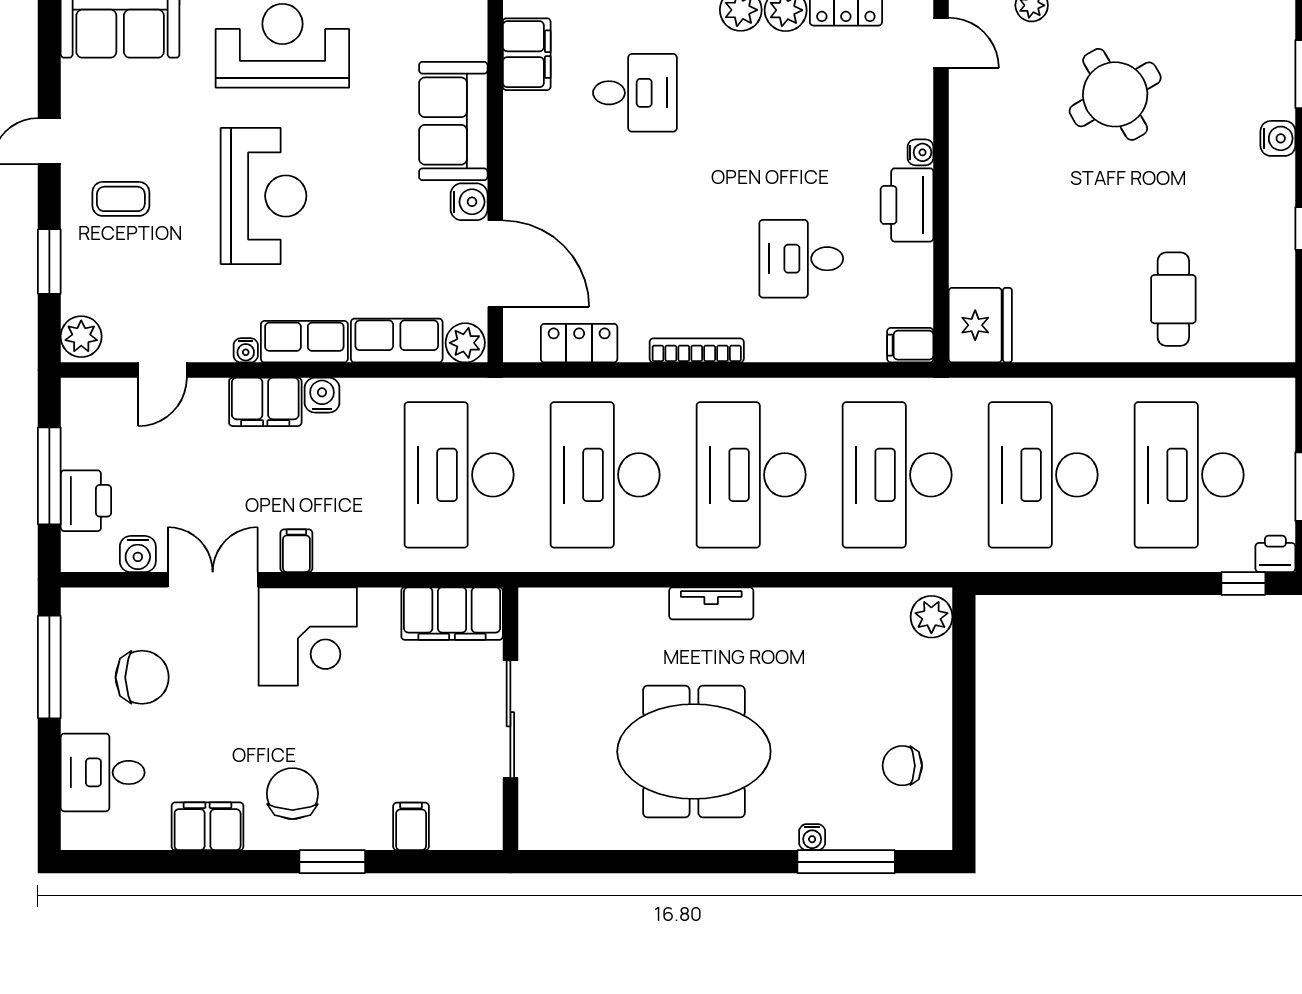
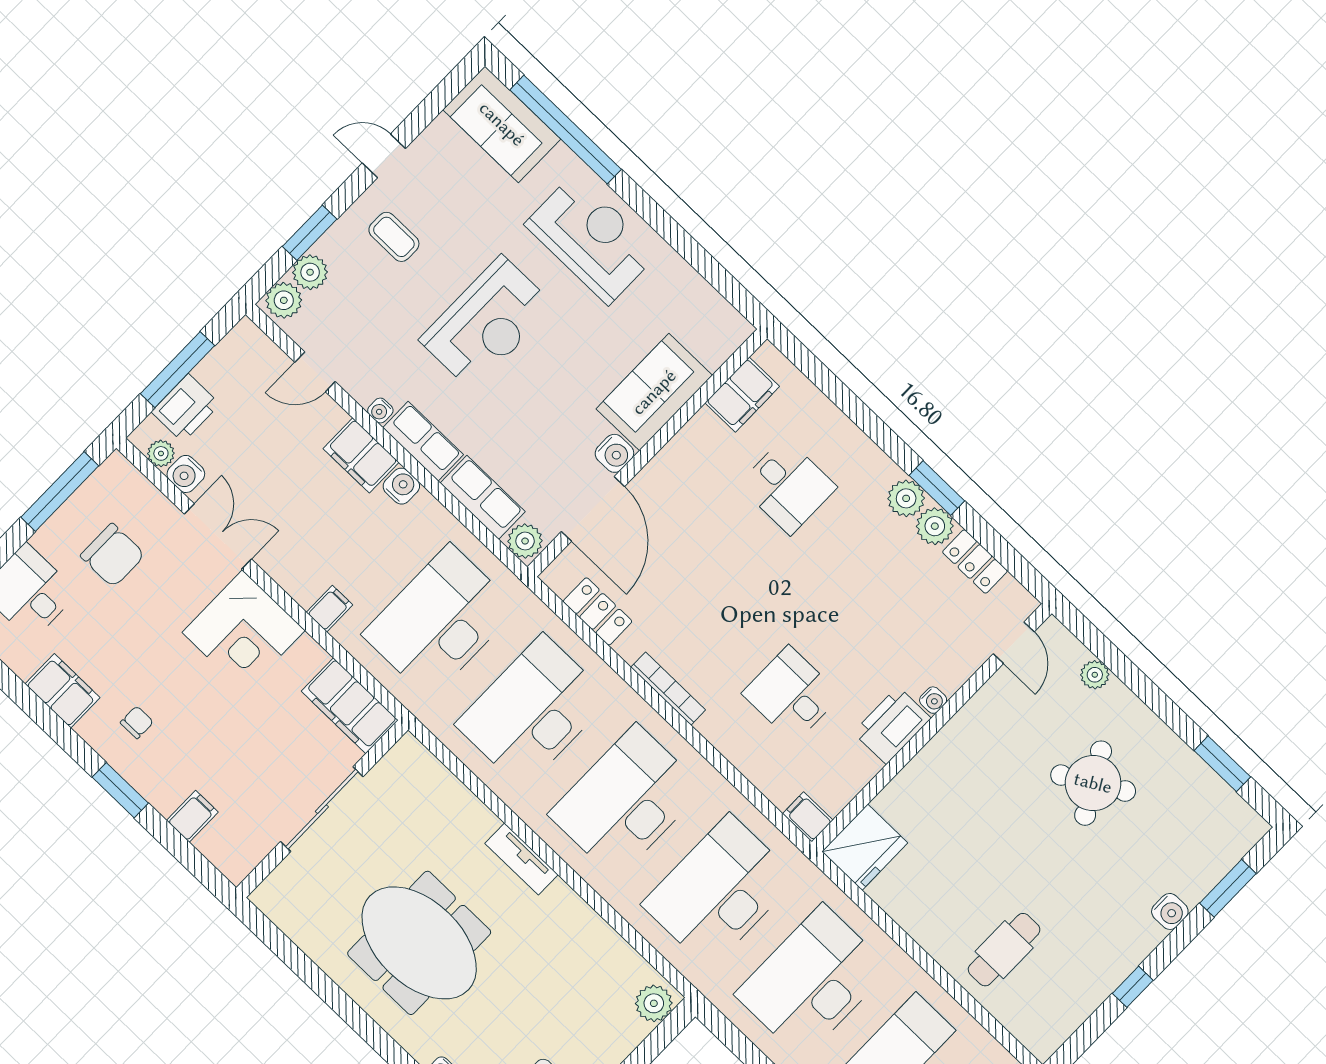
plant: (81, 293) -> (310, 272), added
filing cabinet: (296, 551) -> (329, 609), moved
plant: (102, 557) -> (161, 453), added
chair: (292, 794) -> (137, 722), width x0.54, depth x0.54

